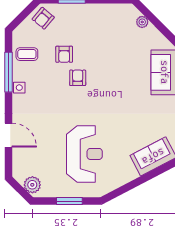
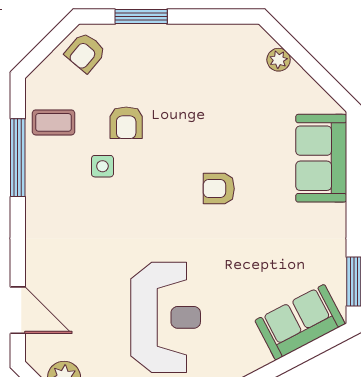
armchair: (78, 78) -> (219, 189), moved, turned -90
side table: (19, 88) -> (102, 166), moved
door: (9, 135) -> (18, 310), moved

